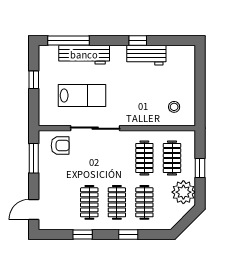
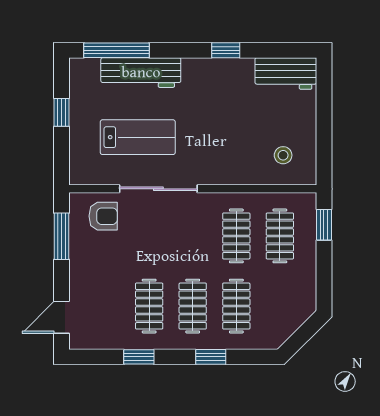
workbench: (146, 55) -> (286, 73), moved
window: (200, 168) -> (324, 225), moved
plant: (183, 192) -> (298, 290), removed

